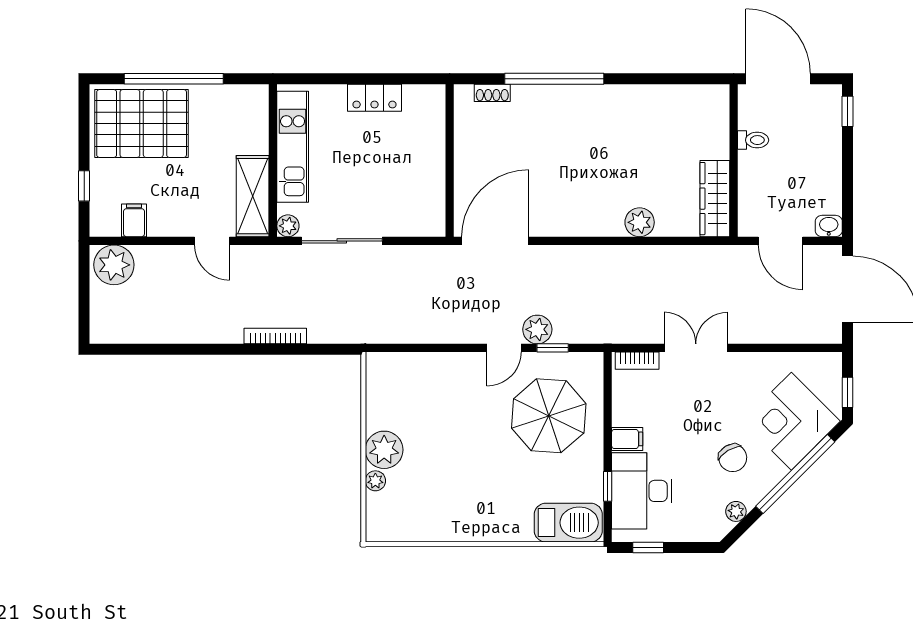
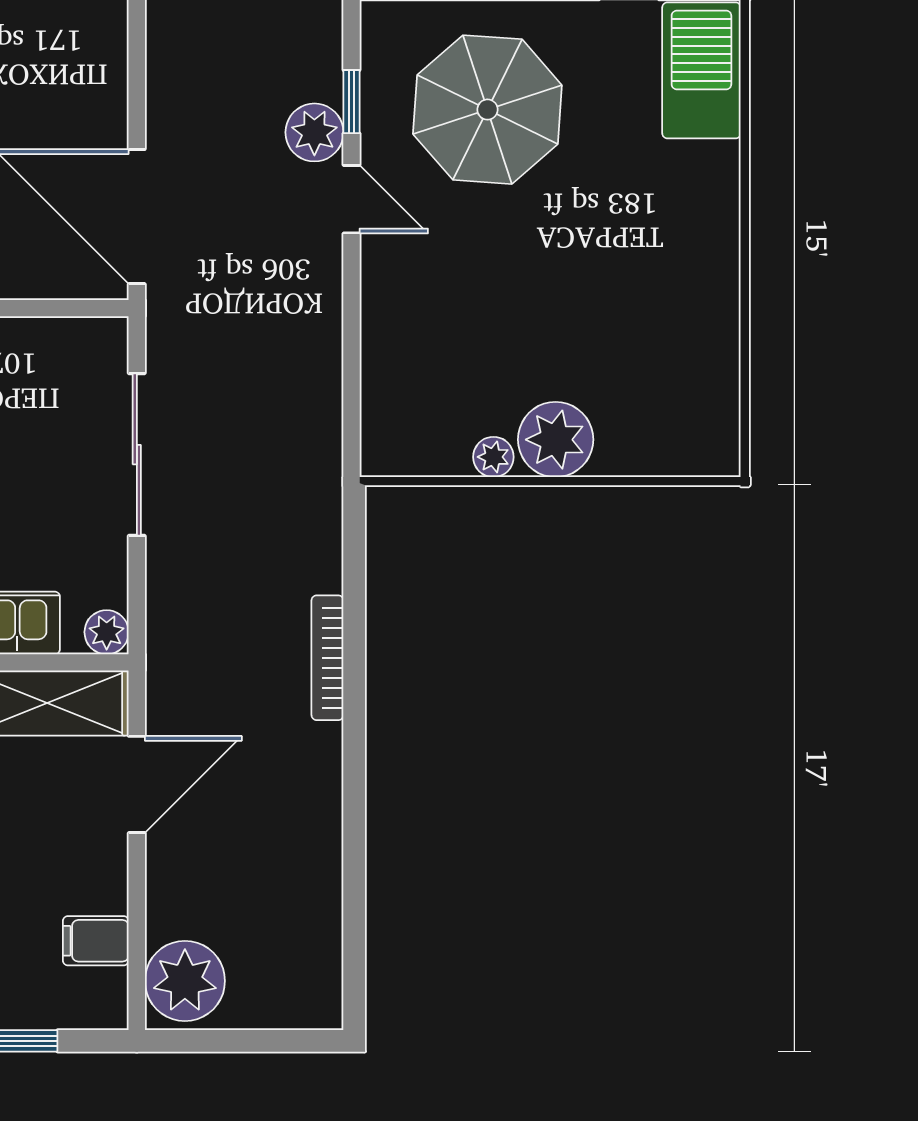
door: (212, 241) -> (137, 784), width x1.38
sliding door: (342, 241) -> (137, 455), moved
plant: (375, 481) -> (493, 457), moved

